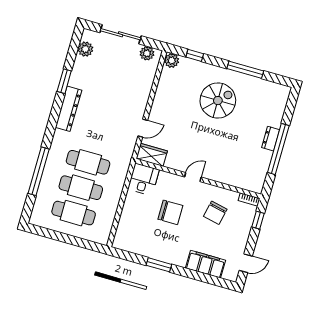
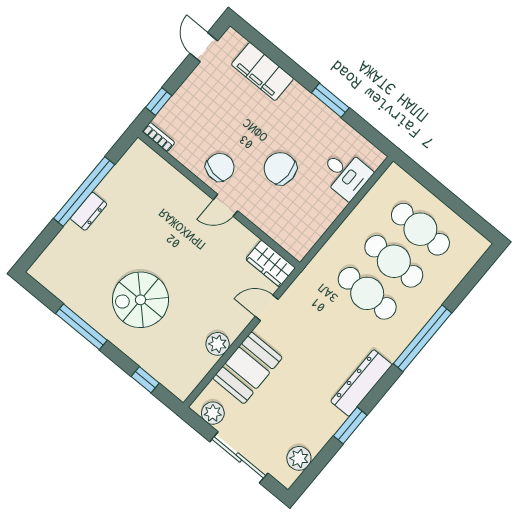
plant: (172, 61) -> (218, 344), moved
booth: (138, 88) -> (247, 368), added
window: (39, 171) -> (422, 338), moved
desk: (143, 179) -> (346, 174), moved, turned -90
chair: (215, 213) -> (220, 167), moved
door: (246, 263) -> (204, 47), hinge flipped

